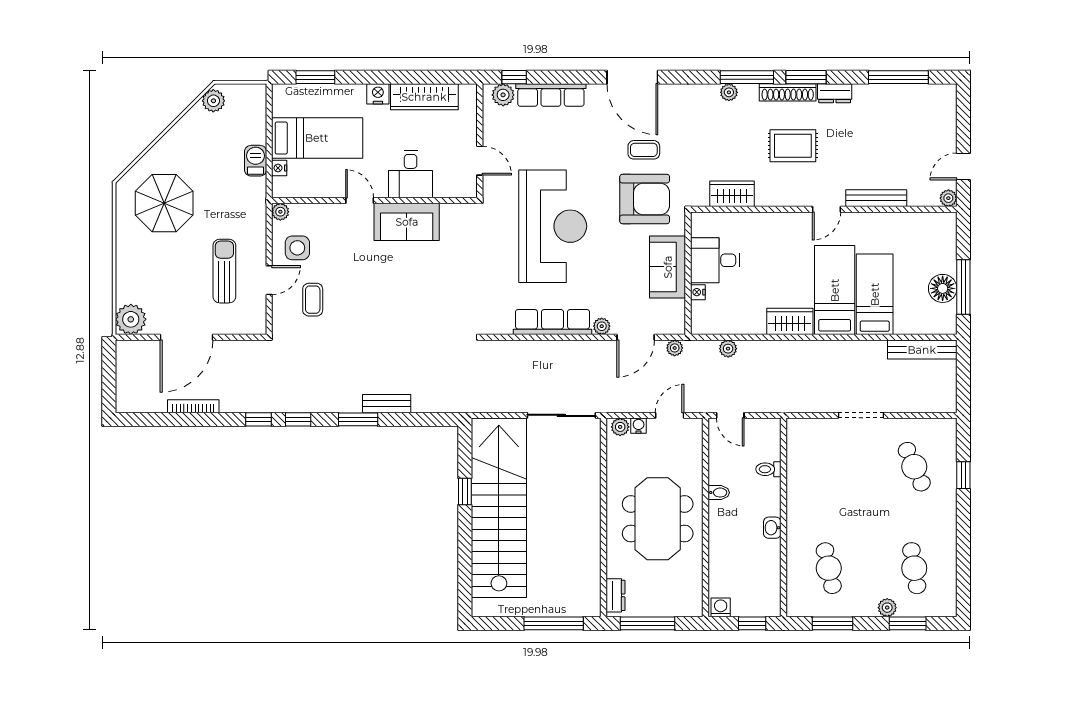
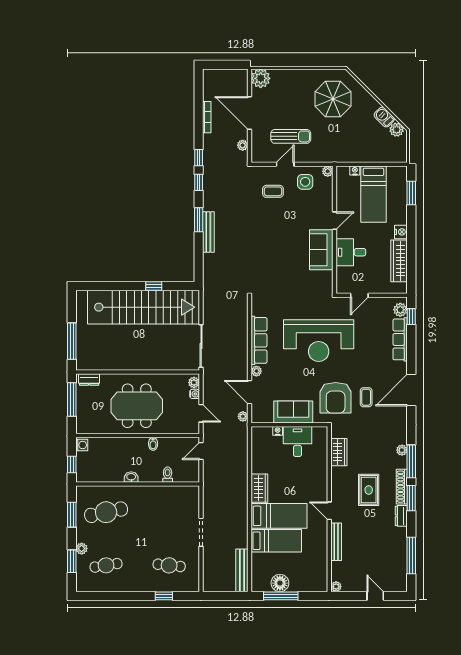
barbecue: (256, 161) -> (384, 117), moved, turned -135
door: (963, 166) -> (375, 596), moved
door: (269, 280) -> (285, 164), swing flipped
plant: (728, 349) -> (243, 145), moved
bench: (387, 404) -> (208, 232), width x1.36
cafe table: (914, 467) -> (169, 565), turned 30
cafe table: (829, 568) -> (106, 512), width x1.37, depth x1.35

